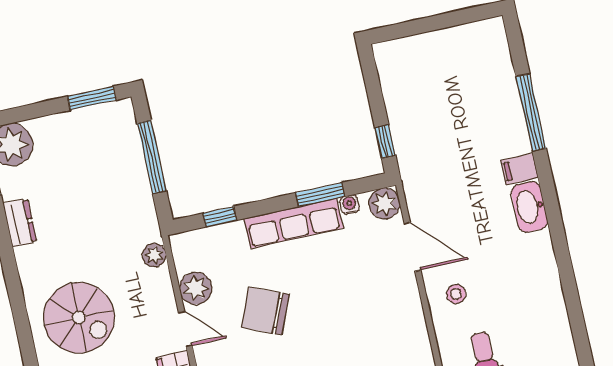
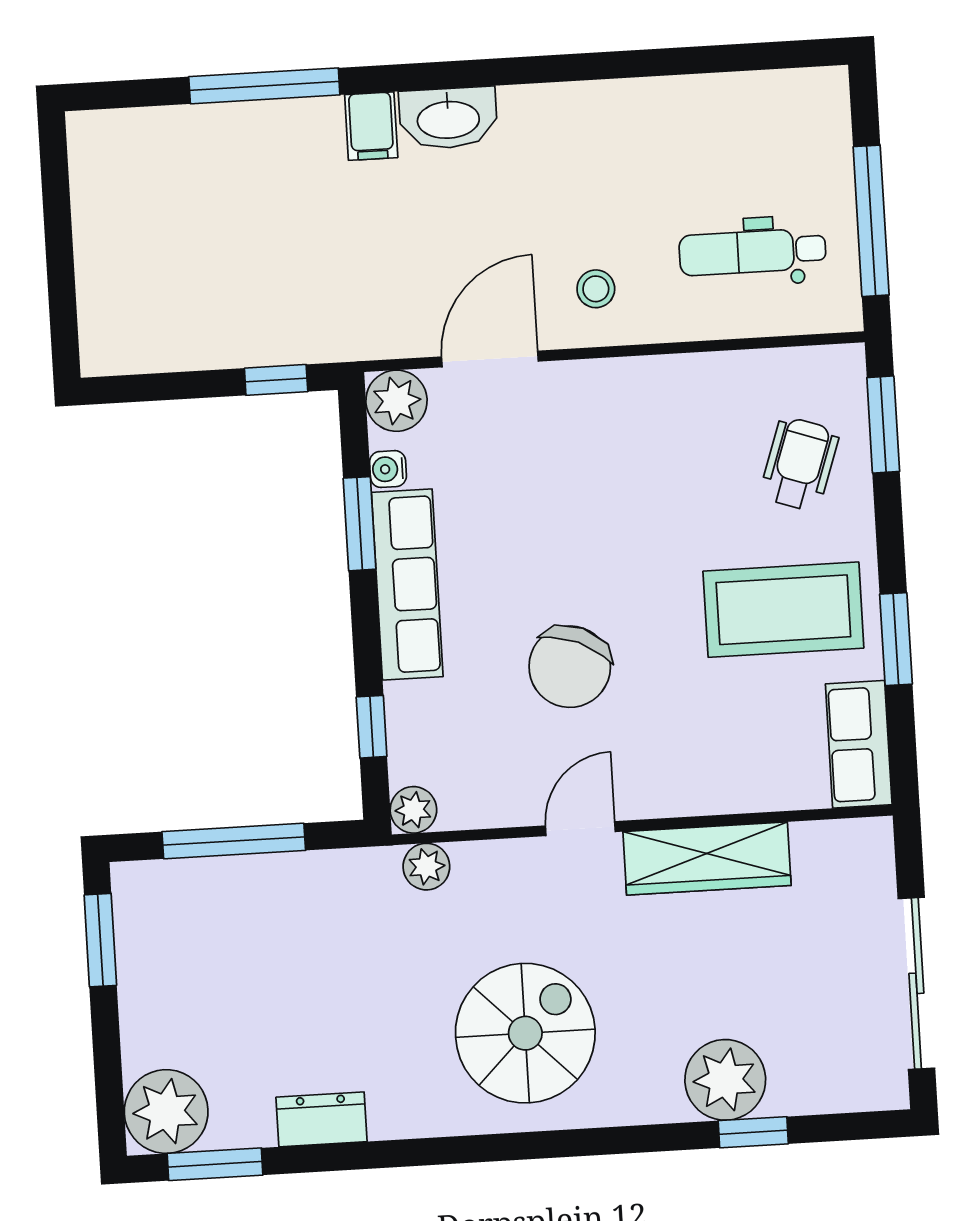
plant: (196, 288) -> (413, 810), moved, width x0.73, depth x0.73

